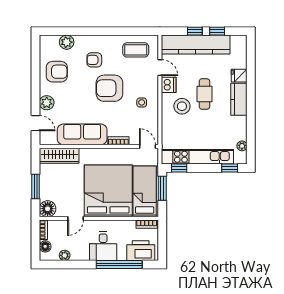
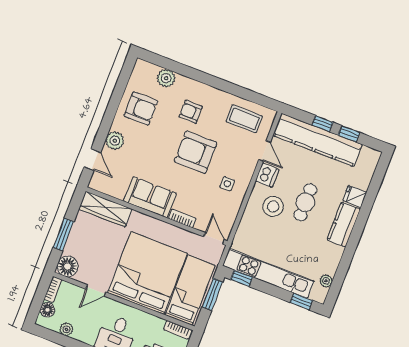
sofa: (82, 134) -> (150, 197), width x0.73

